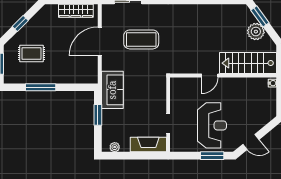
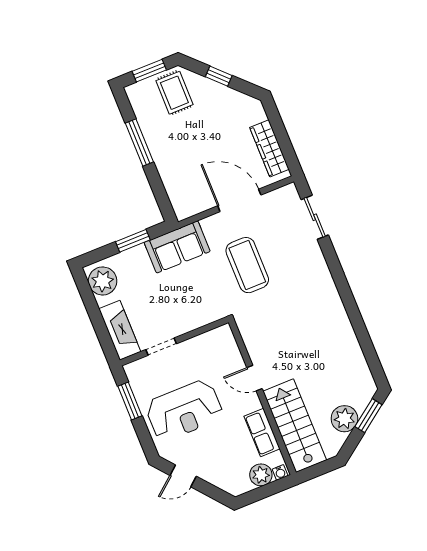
coffee table: (141, 39) -> (247, 265), moved
rug: (31, 54) -> (174, 93), moved
row of seats: (244, 84) -> (262, 433), added
plant: (269, 95) -> (261, 475), added
door: (251, 142) -> (183, 476), hinge flipped
plant: (115, 147) -> (103, 281), width x1.87, depth x1.87
window: (212, 156) -> (130, 401), moved

